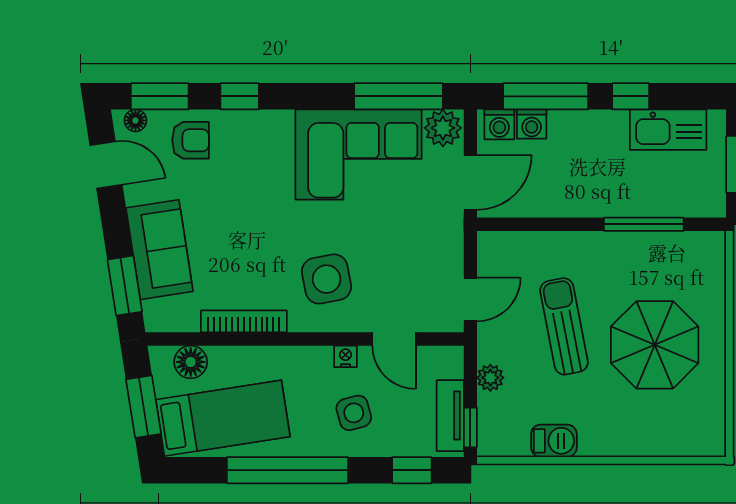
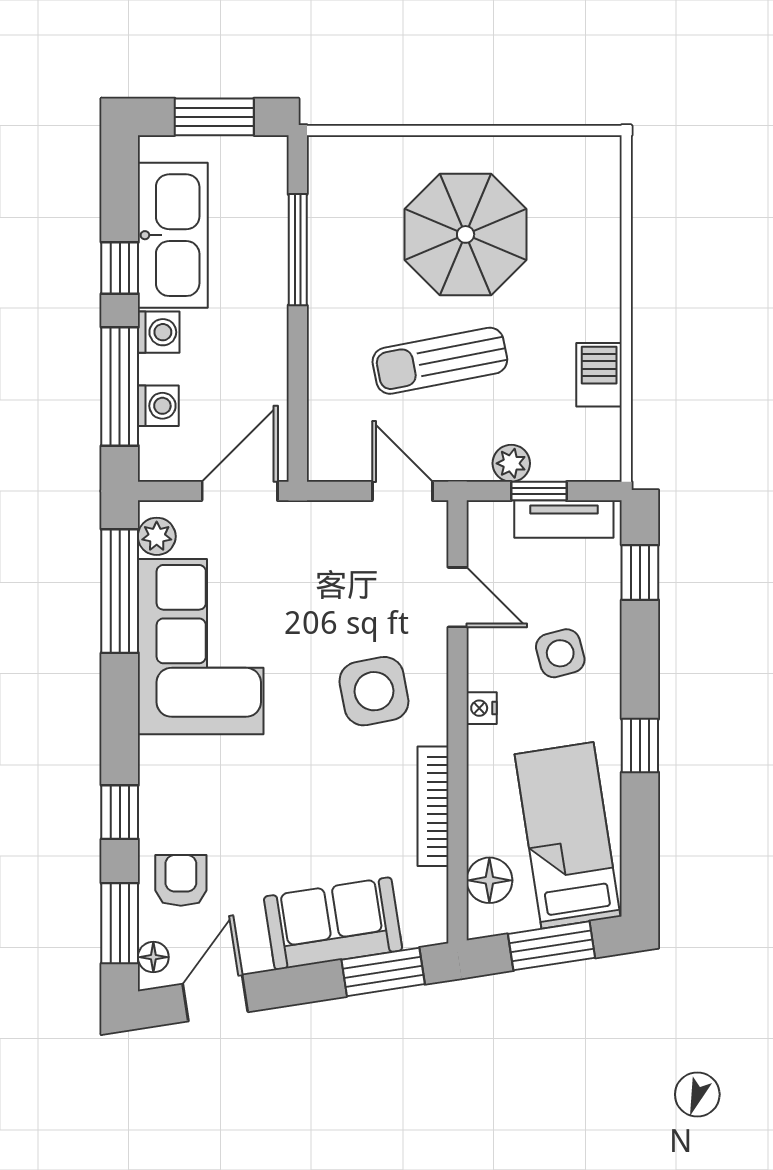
washing machine: (499, 124) -> (159, 332), moved
plant: (443, 128) -> (157, 536), width x0.73, depth x0.73
kitchen sink: (668, 130) -> (173, 235), width x1.36, depth x1.24
door: (470, 183) -> (240, 491), hinge flipped
door: (394, 339) -> (457, 597), hinge flipped
nightstand: (346, 356) -> (482, 708), moved
window: (470, 427) -> (539, 491), moved
window: (287, 470) -> (640, 746), width x0.32

